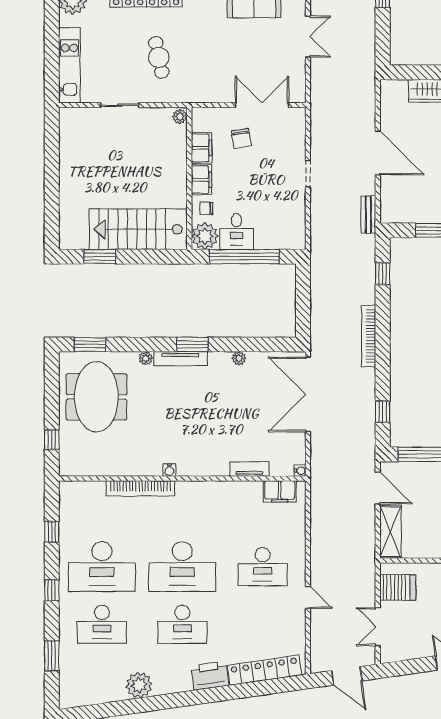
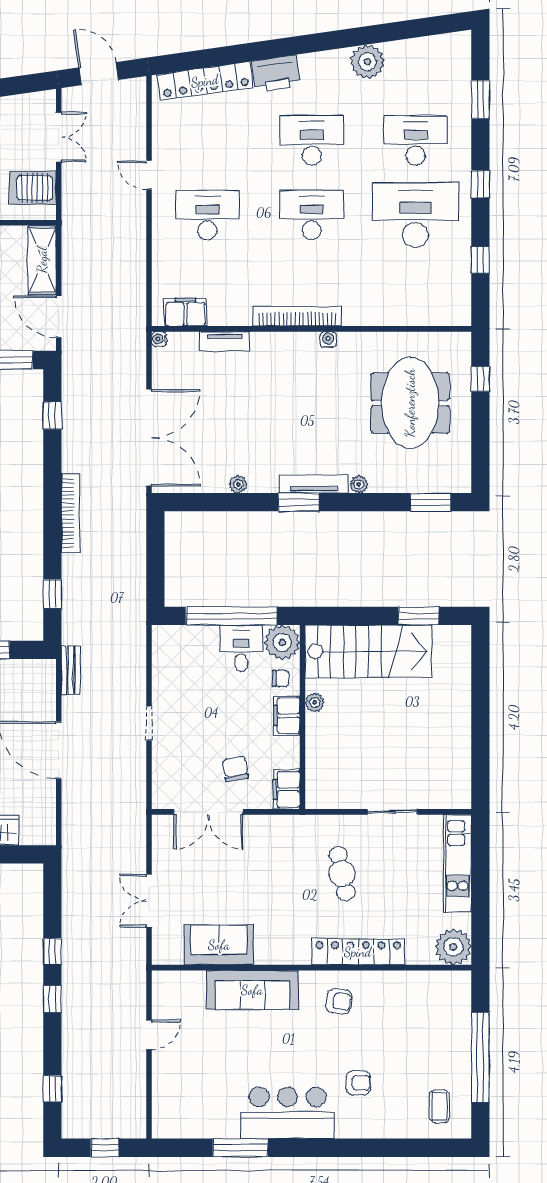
plant: (180, 116) -> (315, 702), moved
filing cabinet: (202, 148) -> (287, 789), moved
meeting table: (96, 397) -> (410, 403), moved
bookcase: (140, 488) -> (297, 316), moved
desk: (182, 567) -> (312, 215), width x0.73, depth x0.77

